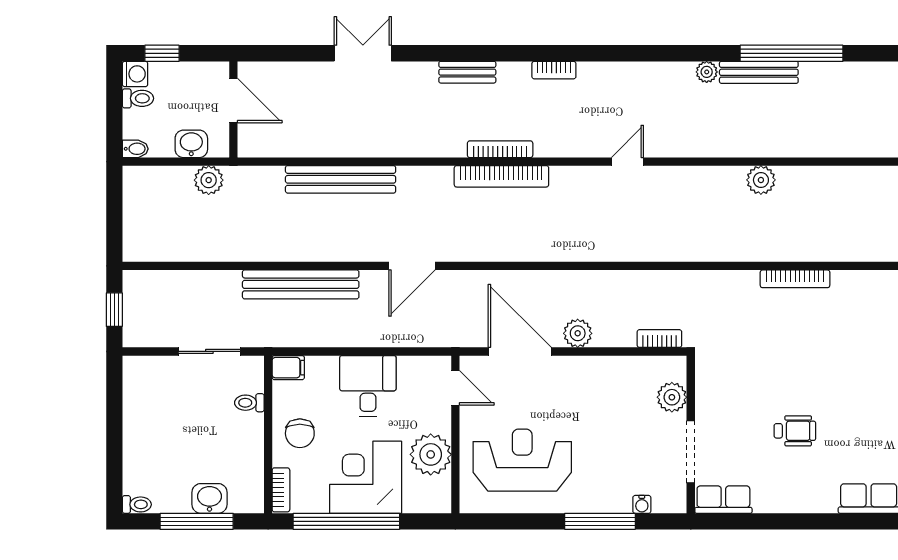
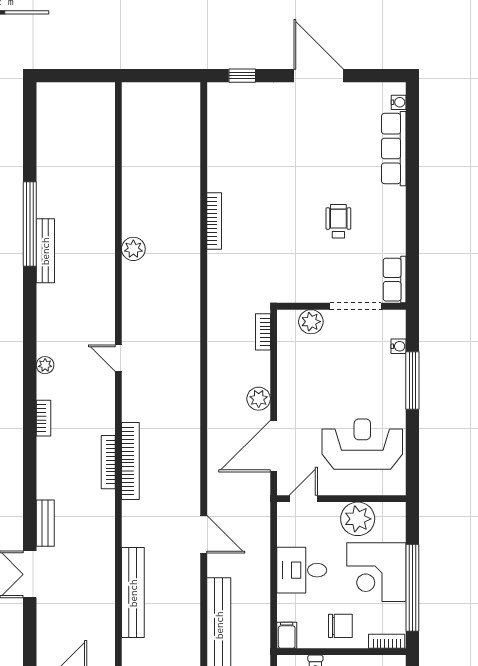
bench: (467, 72) -> (45, 523), moved
plant: (707, 72) -> (45, 365), moved
reception desk: (522, 460) -> (362, 444), turned 90

